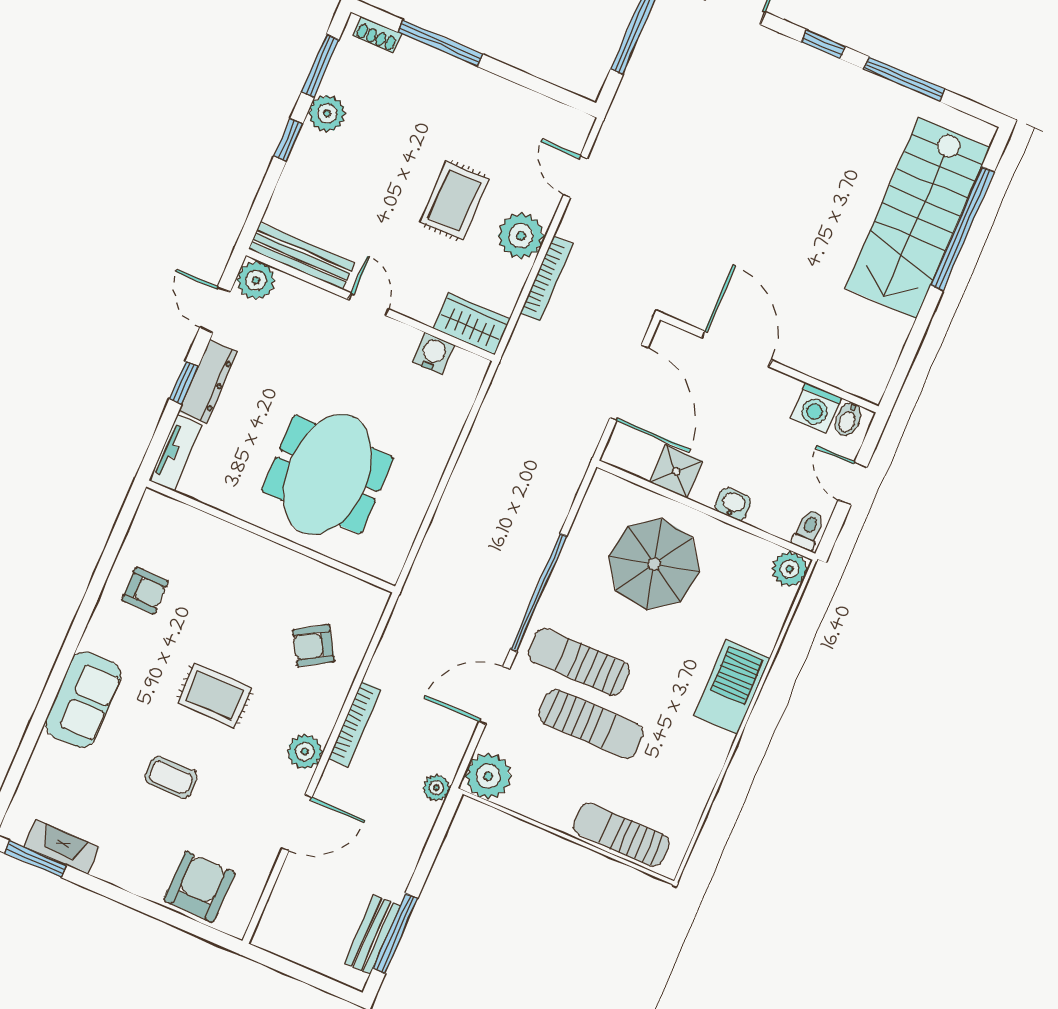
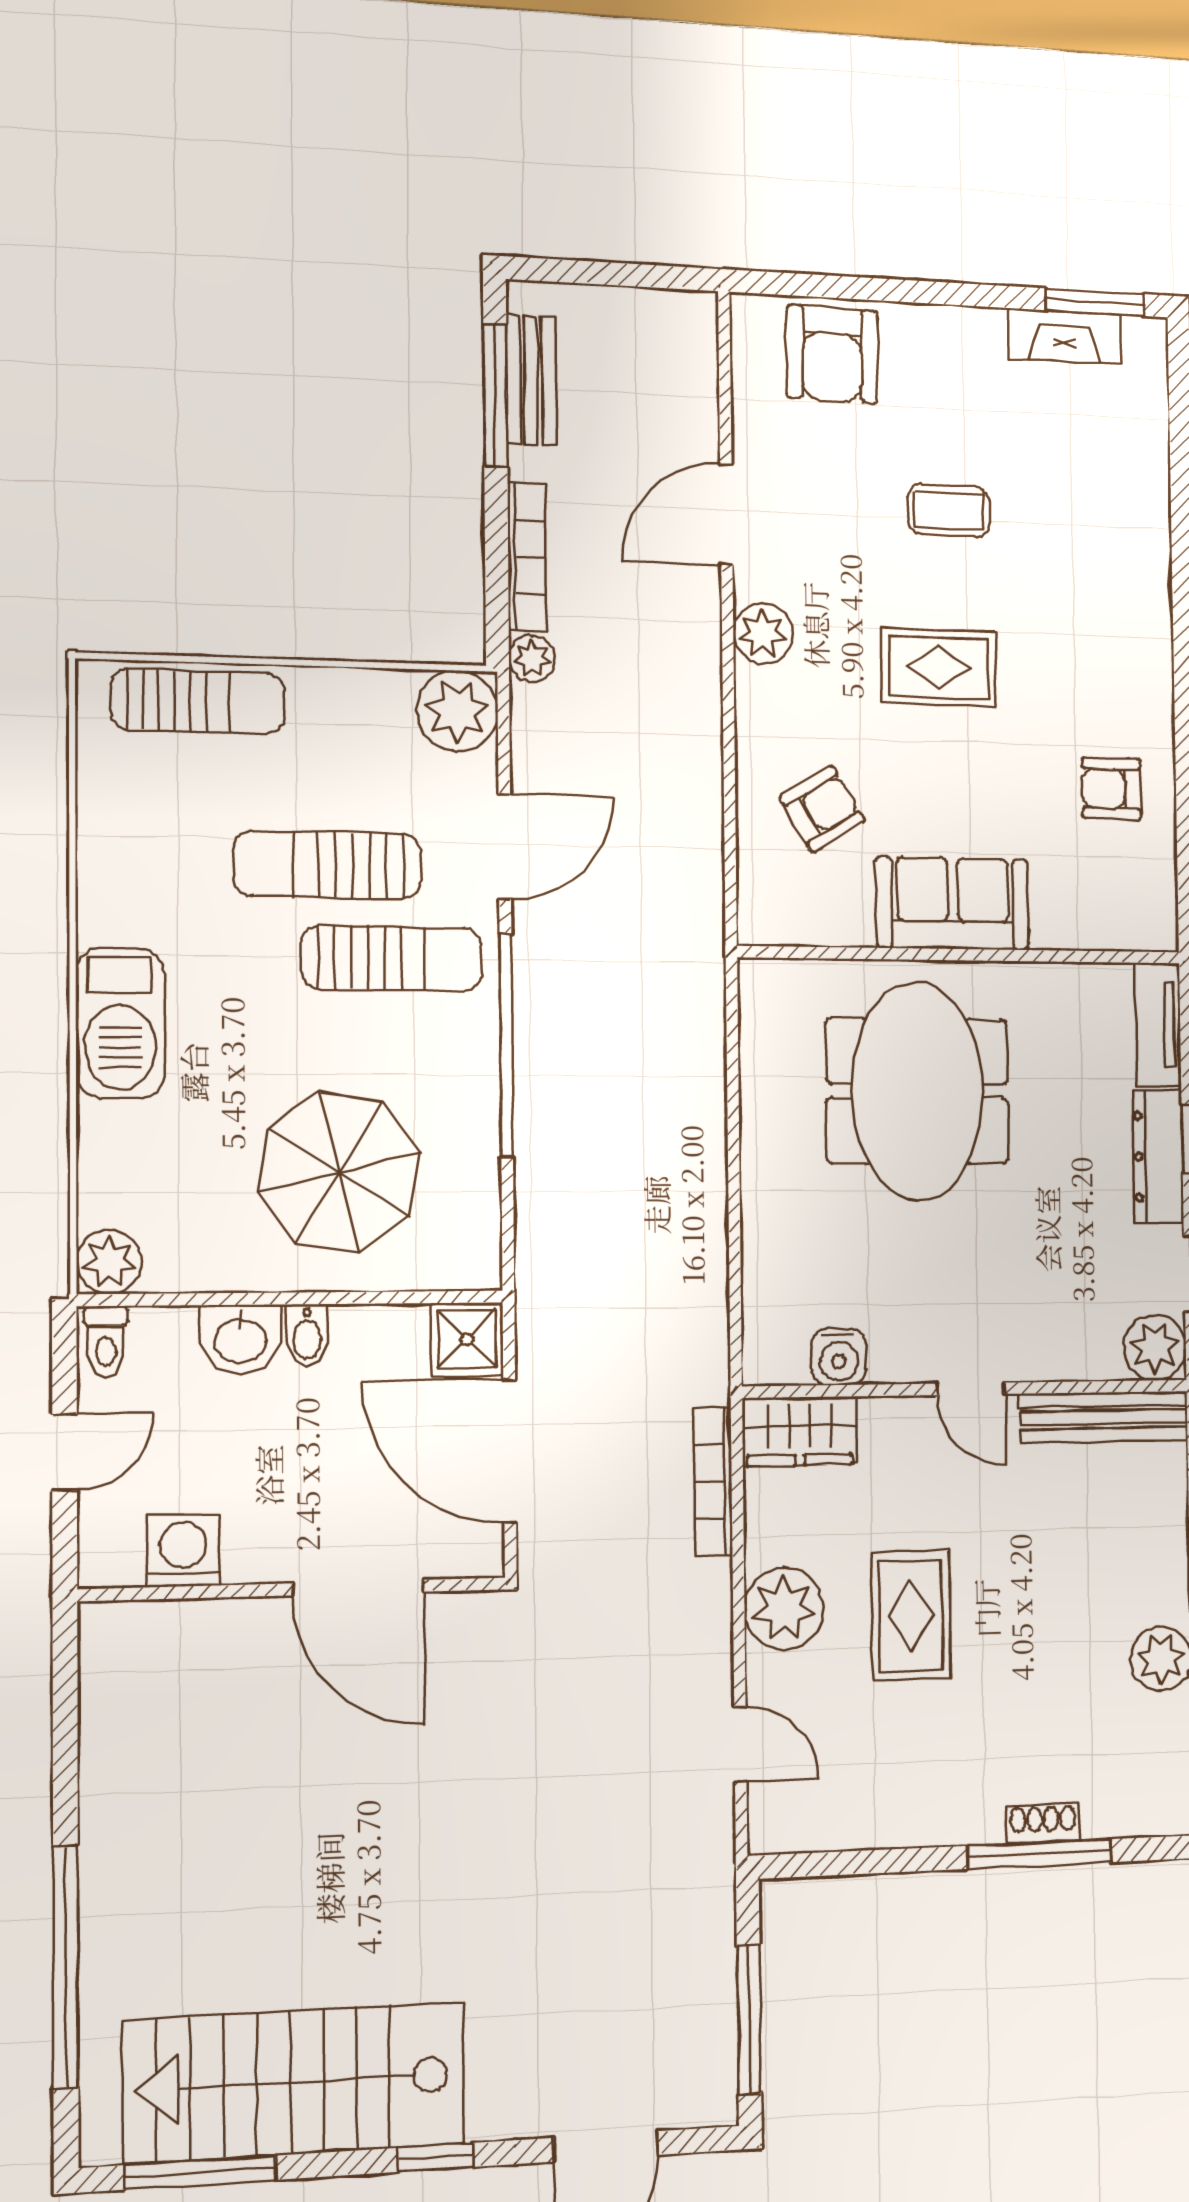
shoe rack: (377, 35) -> (1043, 1824), moved
window: (904, 79) -> (200, 2173), moved
stairs: (918, 218) -> (295, 2082), moved, turned -90
bookcase: (547, 278) -> (713, 1481), moved
bidet: (848, 419) -> (307, 1335), moved, turned 180
shower: (676, 472) -> (467, 1339), moved
door: (853, 483) -> (65, 1452), hinge flipped
washbasin: (733, 504) -> (240, 1339), width x1.38, depth x1.45
sofa: (83, 700) -> (953, 903), moved, turned 90
bookcase: (355, 724) -> (527, 557), moved, turned 180

